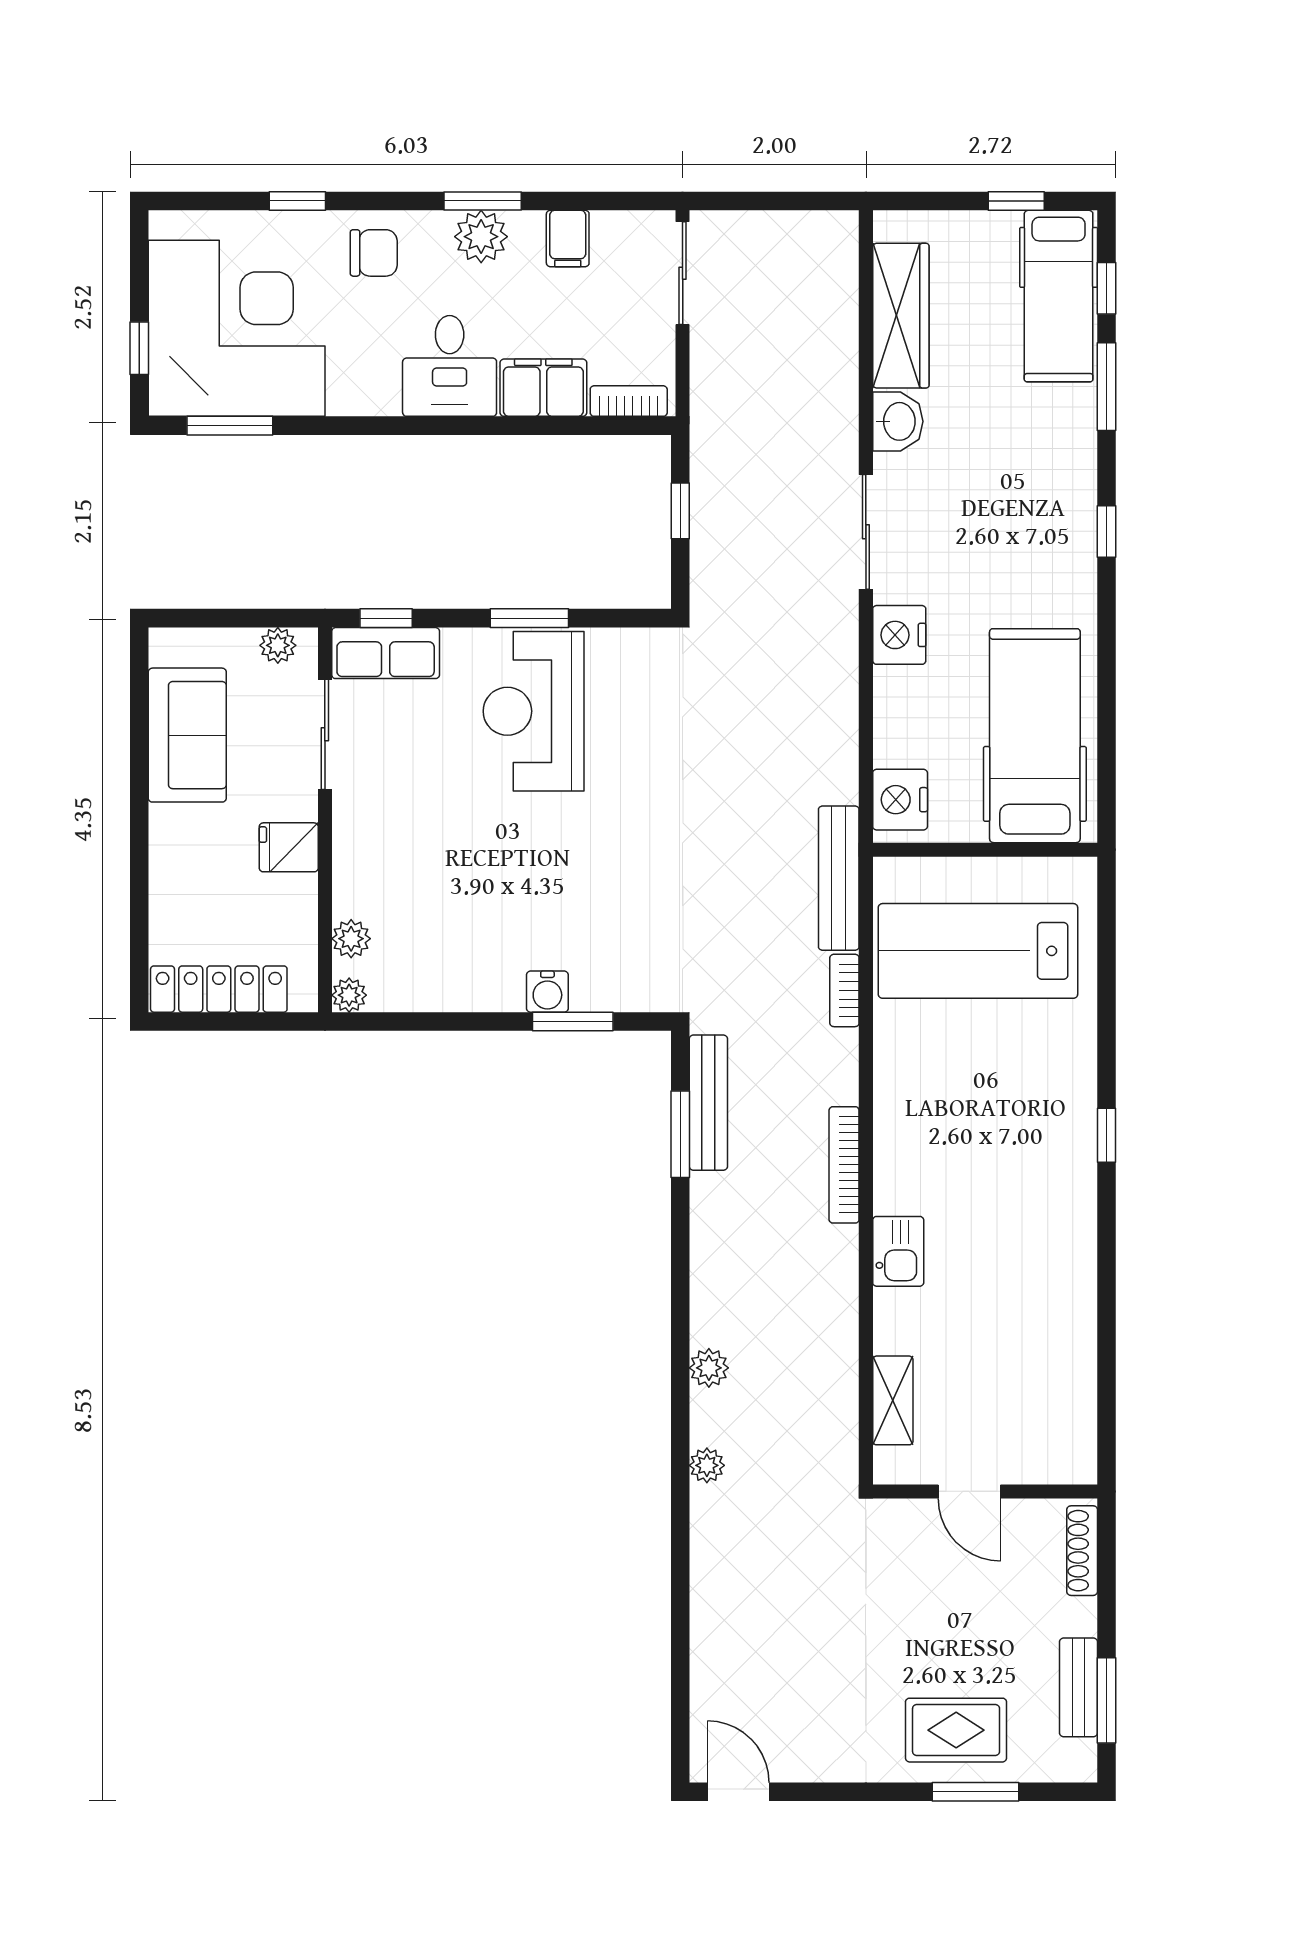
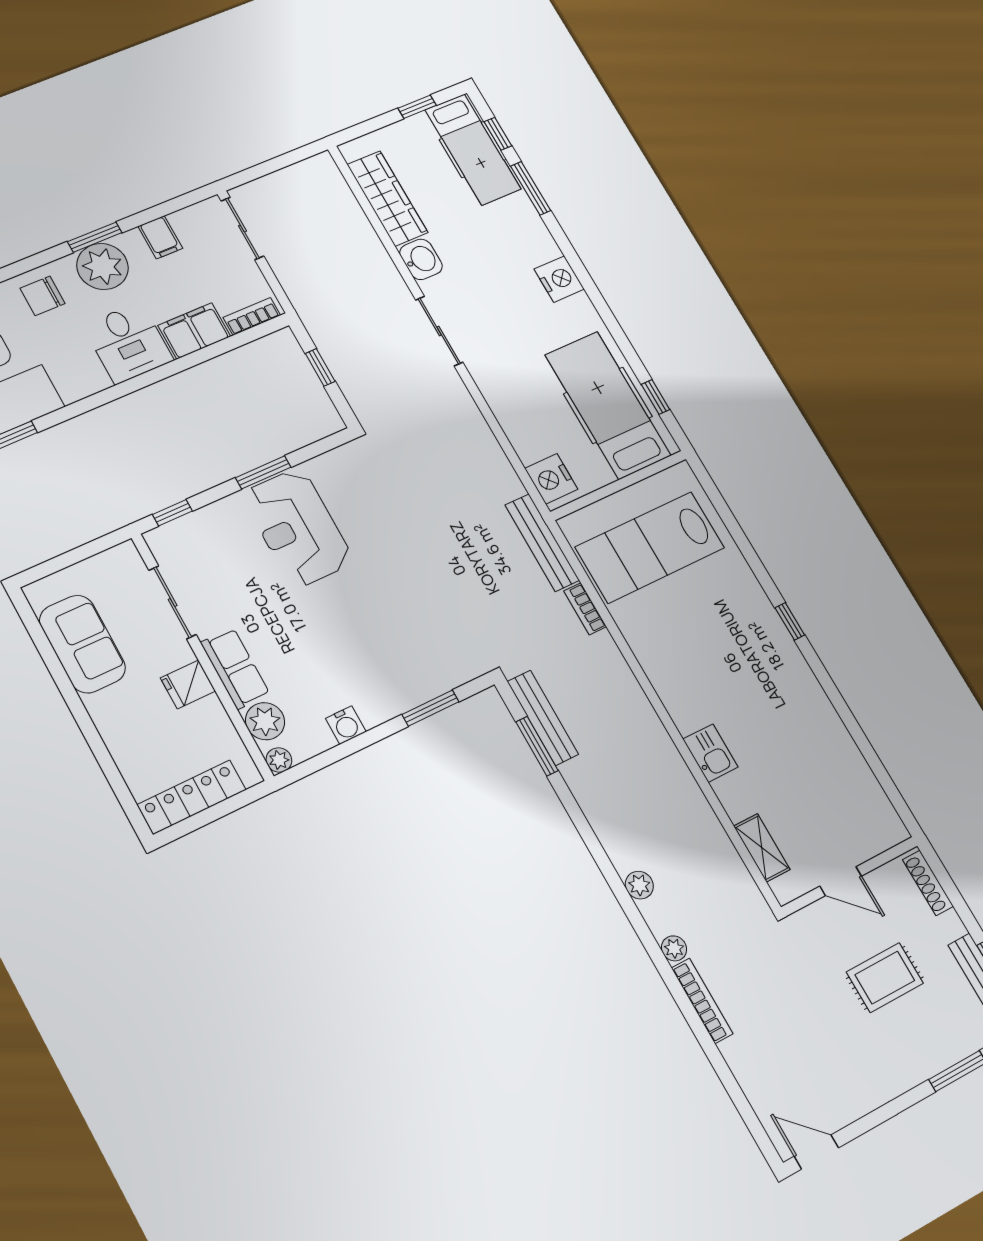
plant: (481, 237) -> (103, 266), width x1.36, depth x1.36
chair: (374, 253) -> (43, 296), turned 180
window: (1107, 531) -> (655, 397), moved
nightstand: (899, 635) -> (559, 279), moved, turned 180
plant: (278, 645) -> (111, 561), removed
row of seats: (386, 653) -> (235, 668), moved, turned -90
plant: (351, 939) -> (265, 721), width x1.38, depth x1.38
water cooler: (547, 992) -> (346, 725), moved
bookcase: (844, 1165) -> (702, 1001), moved, turned 180
rug: (956, 1730) -> (885, 978), moved

